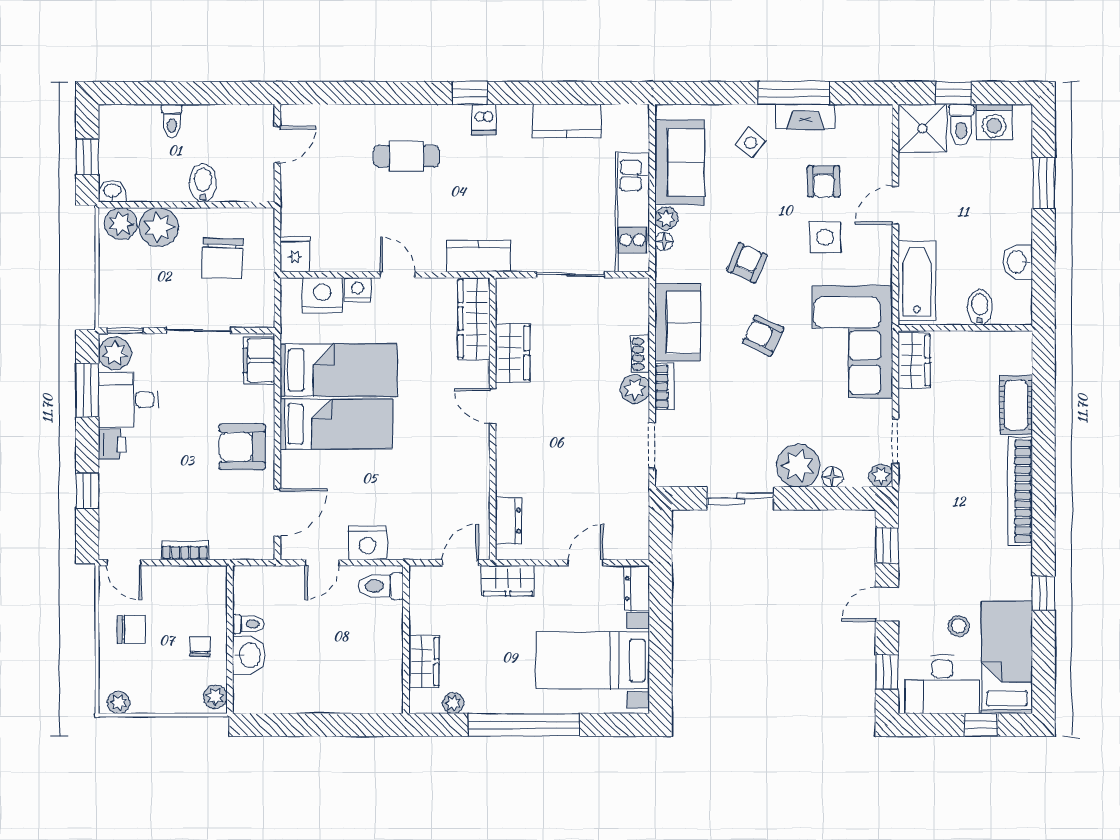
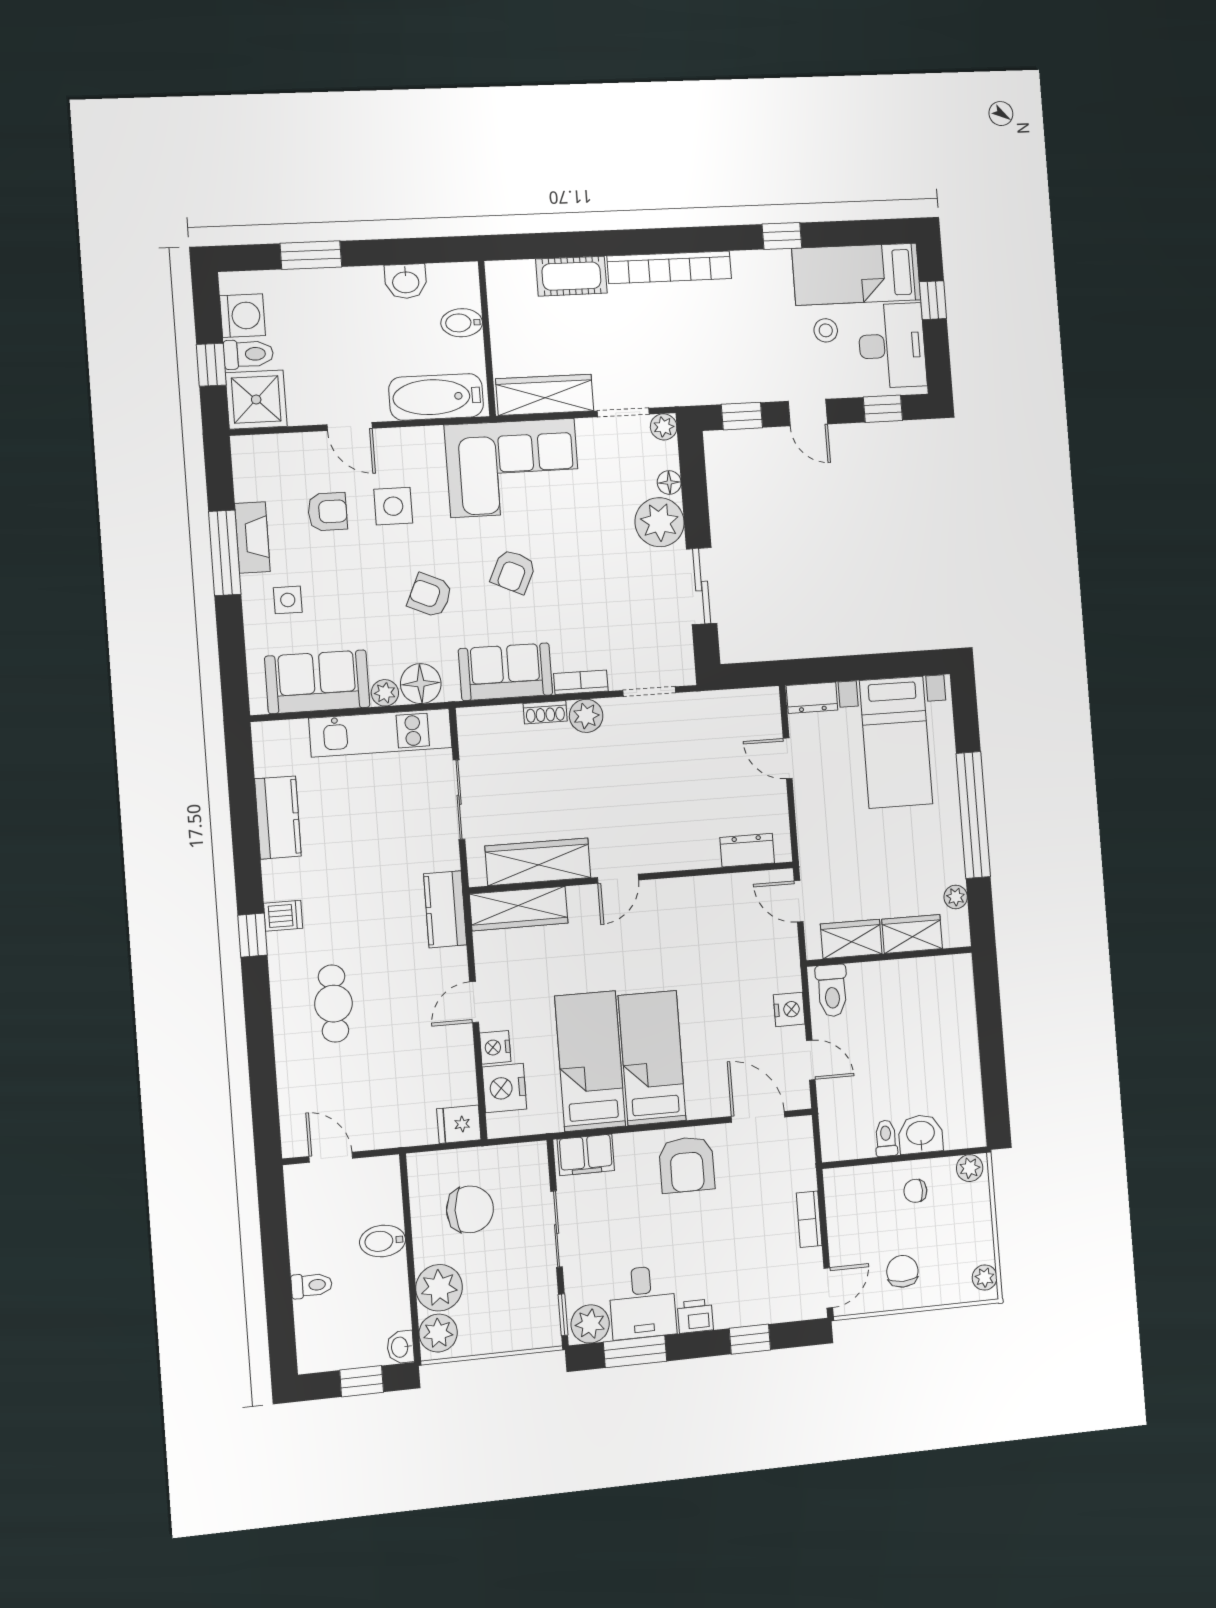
side table: (751, 143) -> (288, 600), turned -38
floor lamp: (664, 241) -> (421, 684), width x1.89, depth x1.89
wardrobe: (513, 353) -> (538, 862), width x1.50
wardrobe: (914, 360) -> (545, 395), width x1.50
nightstand: (368, 543) -> (789, 1009), width x0.74, depth x0.75
wardrobe: (508, 581) -> (851, 939), moved, turned -90

